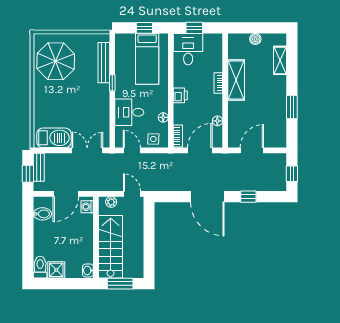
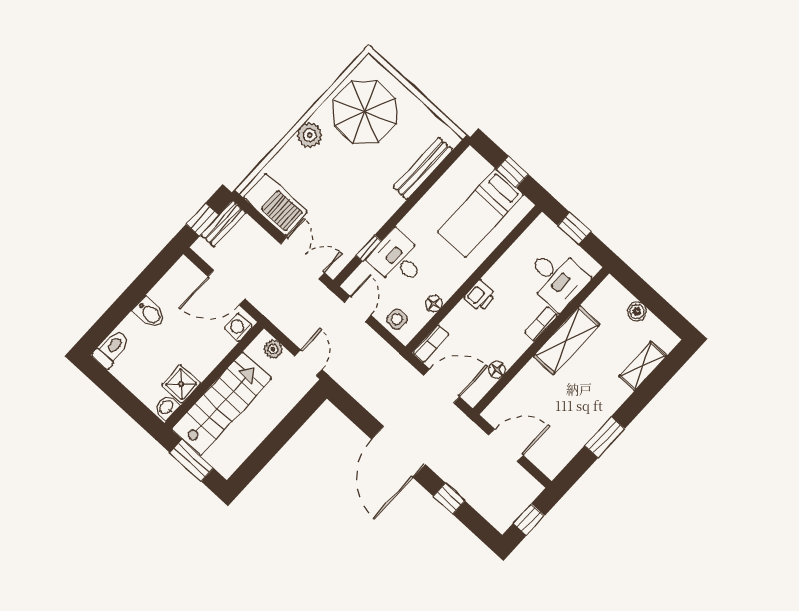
desk: (188, 49) -> (556, 278), moved, turned 90
window: (112, 83) -> (369, 248), moved
plant: (41, 94) -> (310, 135), added
bidet: (42, 214) -> (150, 313), moved
shower: (56, 270) -> (181, 384), moved

